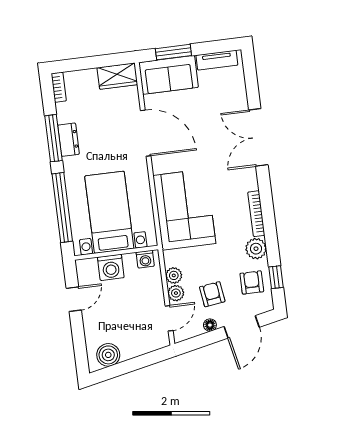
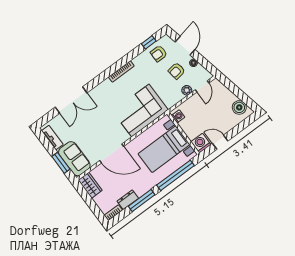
door: (146, 133) -> (112, 153), swing flipped
double door: (258, 137) -> (71, 100), moved
dresser: (68, 140) -> (128, 200), moved
plant: (256, 249) -> (140, 61), removed
washing machine: (111, 267) -> (201, 143), moved, turned -90
plant: (174, 275) -> (178, 97), removed
door: (169, 318) -> (202, 86), swing flipped
door: (242, 327) -> (185, 46), hinge flipped

